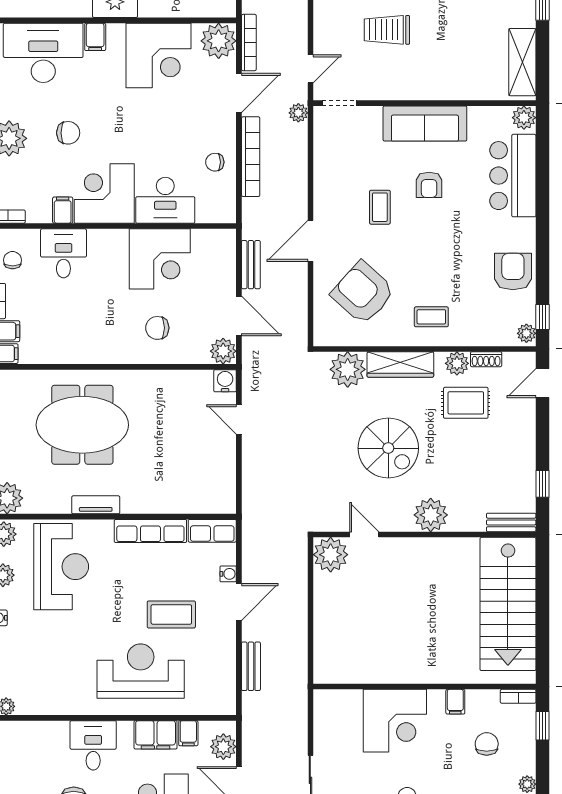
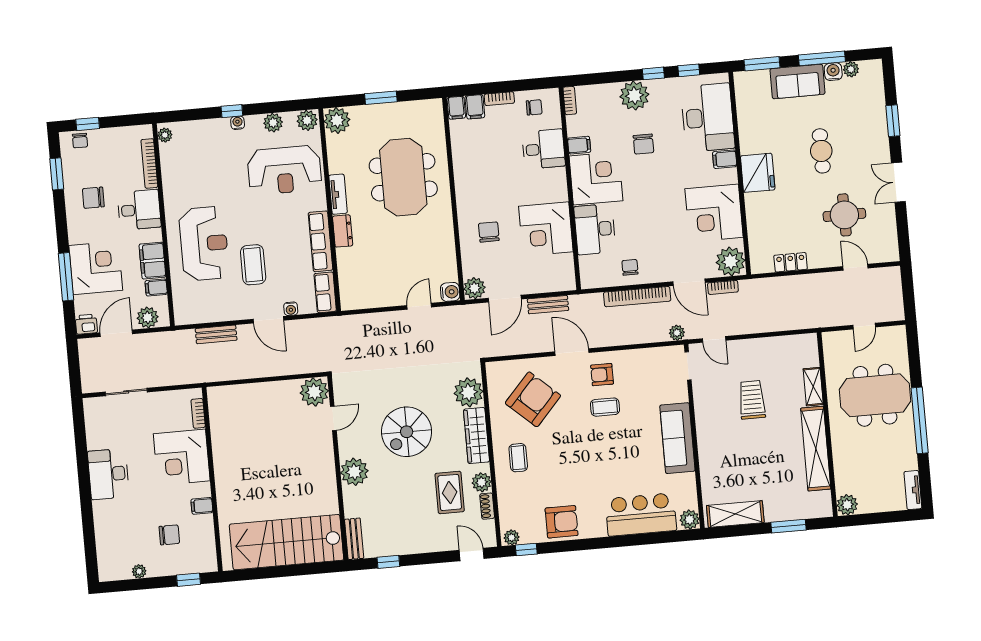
bookcase: (249, 43) -> (723, 287), width x0.64
armchair: (429, 185) -> (602, 375), moved
dresser: (140, 503) -> (343, 231), added
bookcase: (518, 696) -> (198, 413), moved
bookcase: (39, 728) -> (149, 164), added

